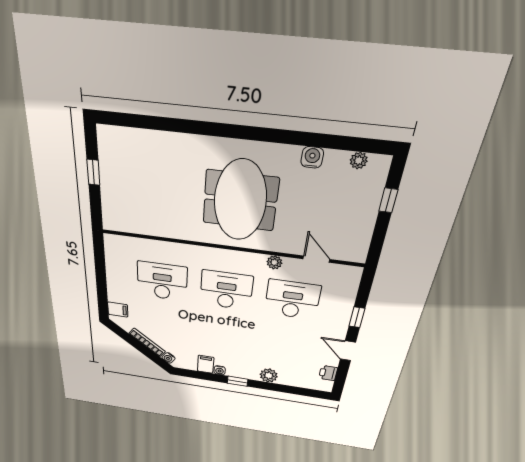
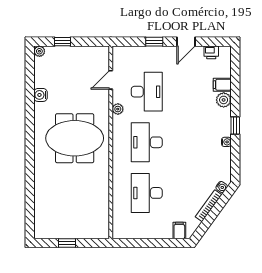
plant: (359, 161) -> (39, 51), moved
desk: (292, 300) -> (147, 92), turned 180
filing cabinet: (206, 364) -> (222, 85), moved

